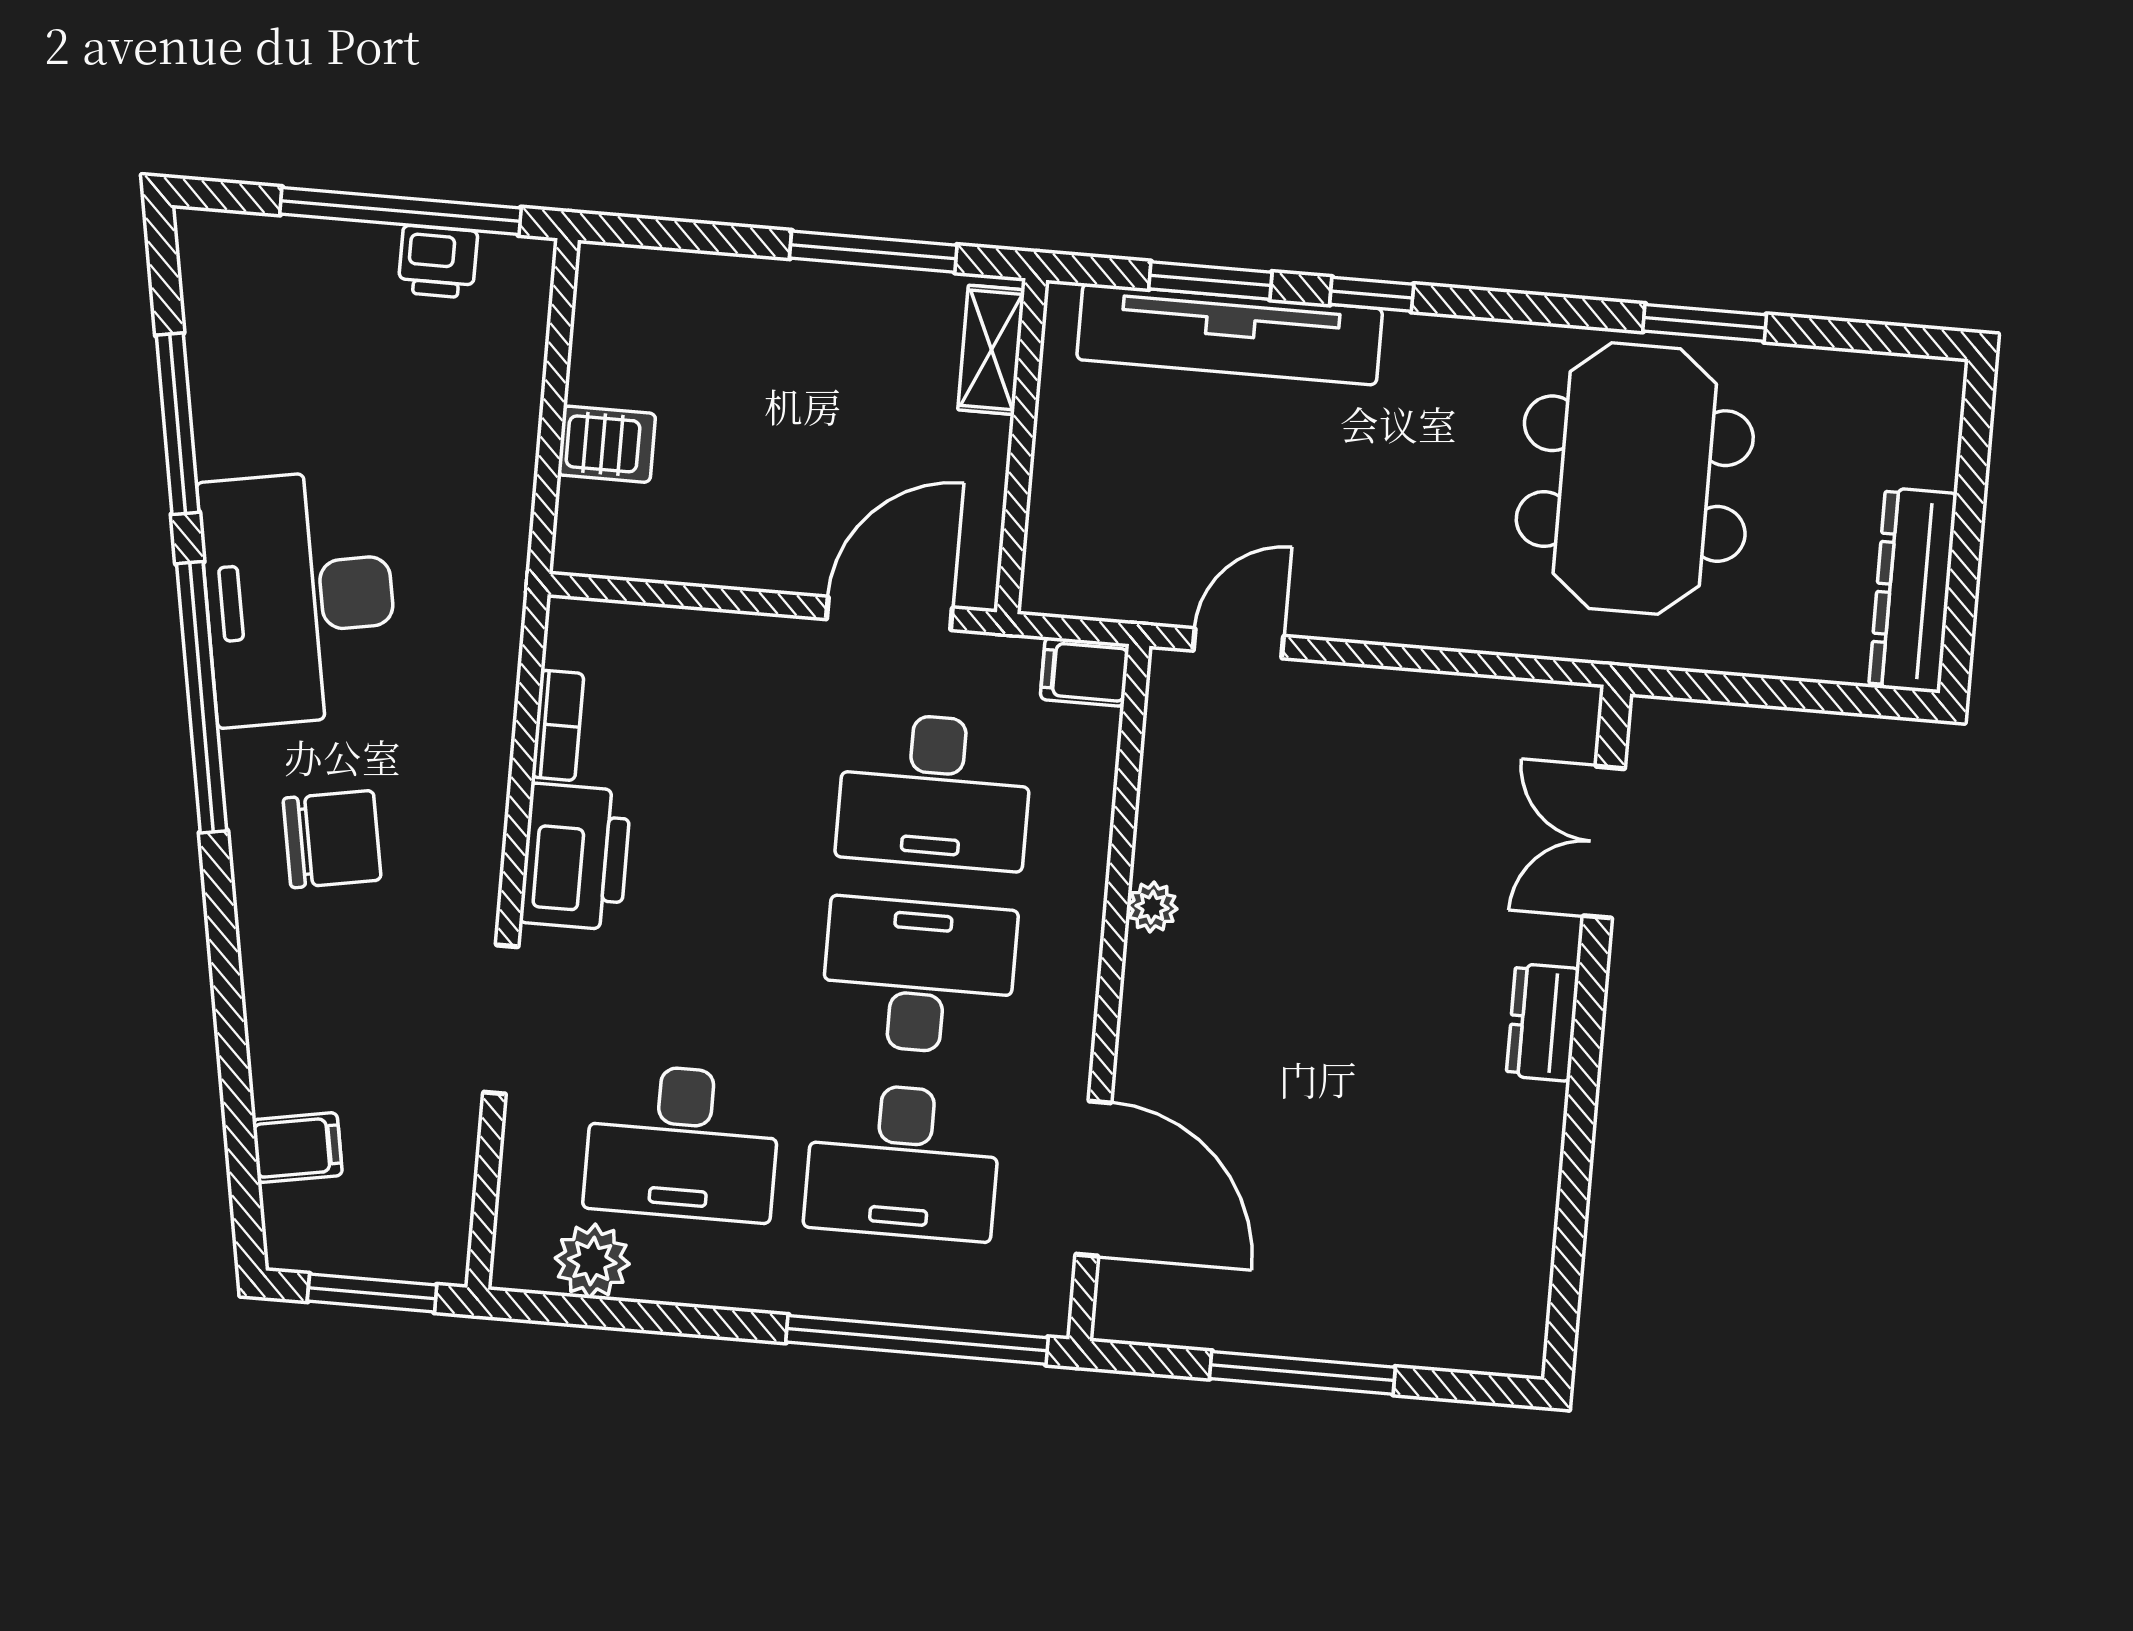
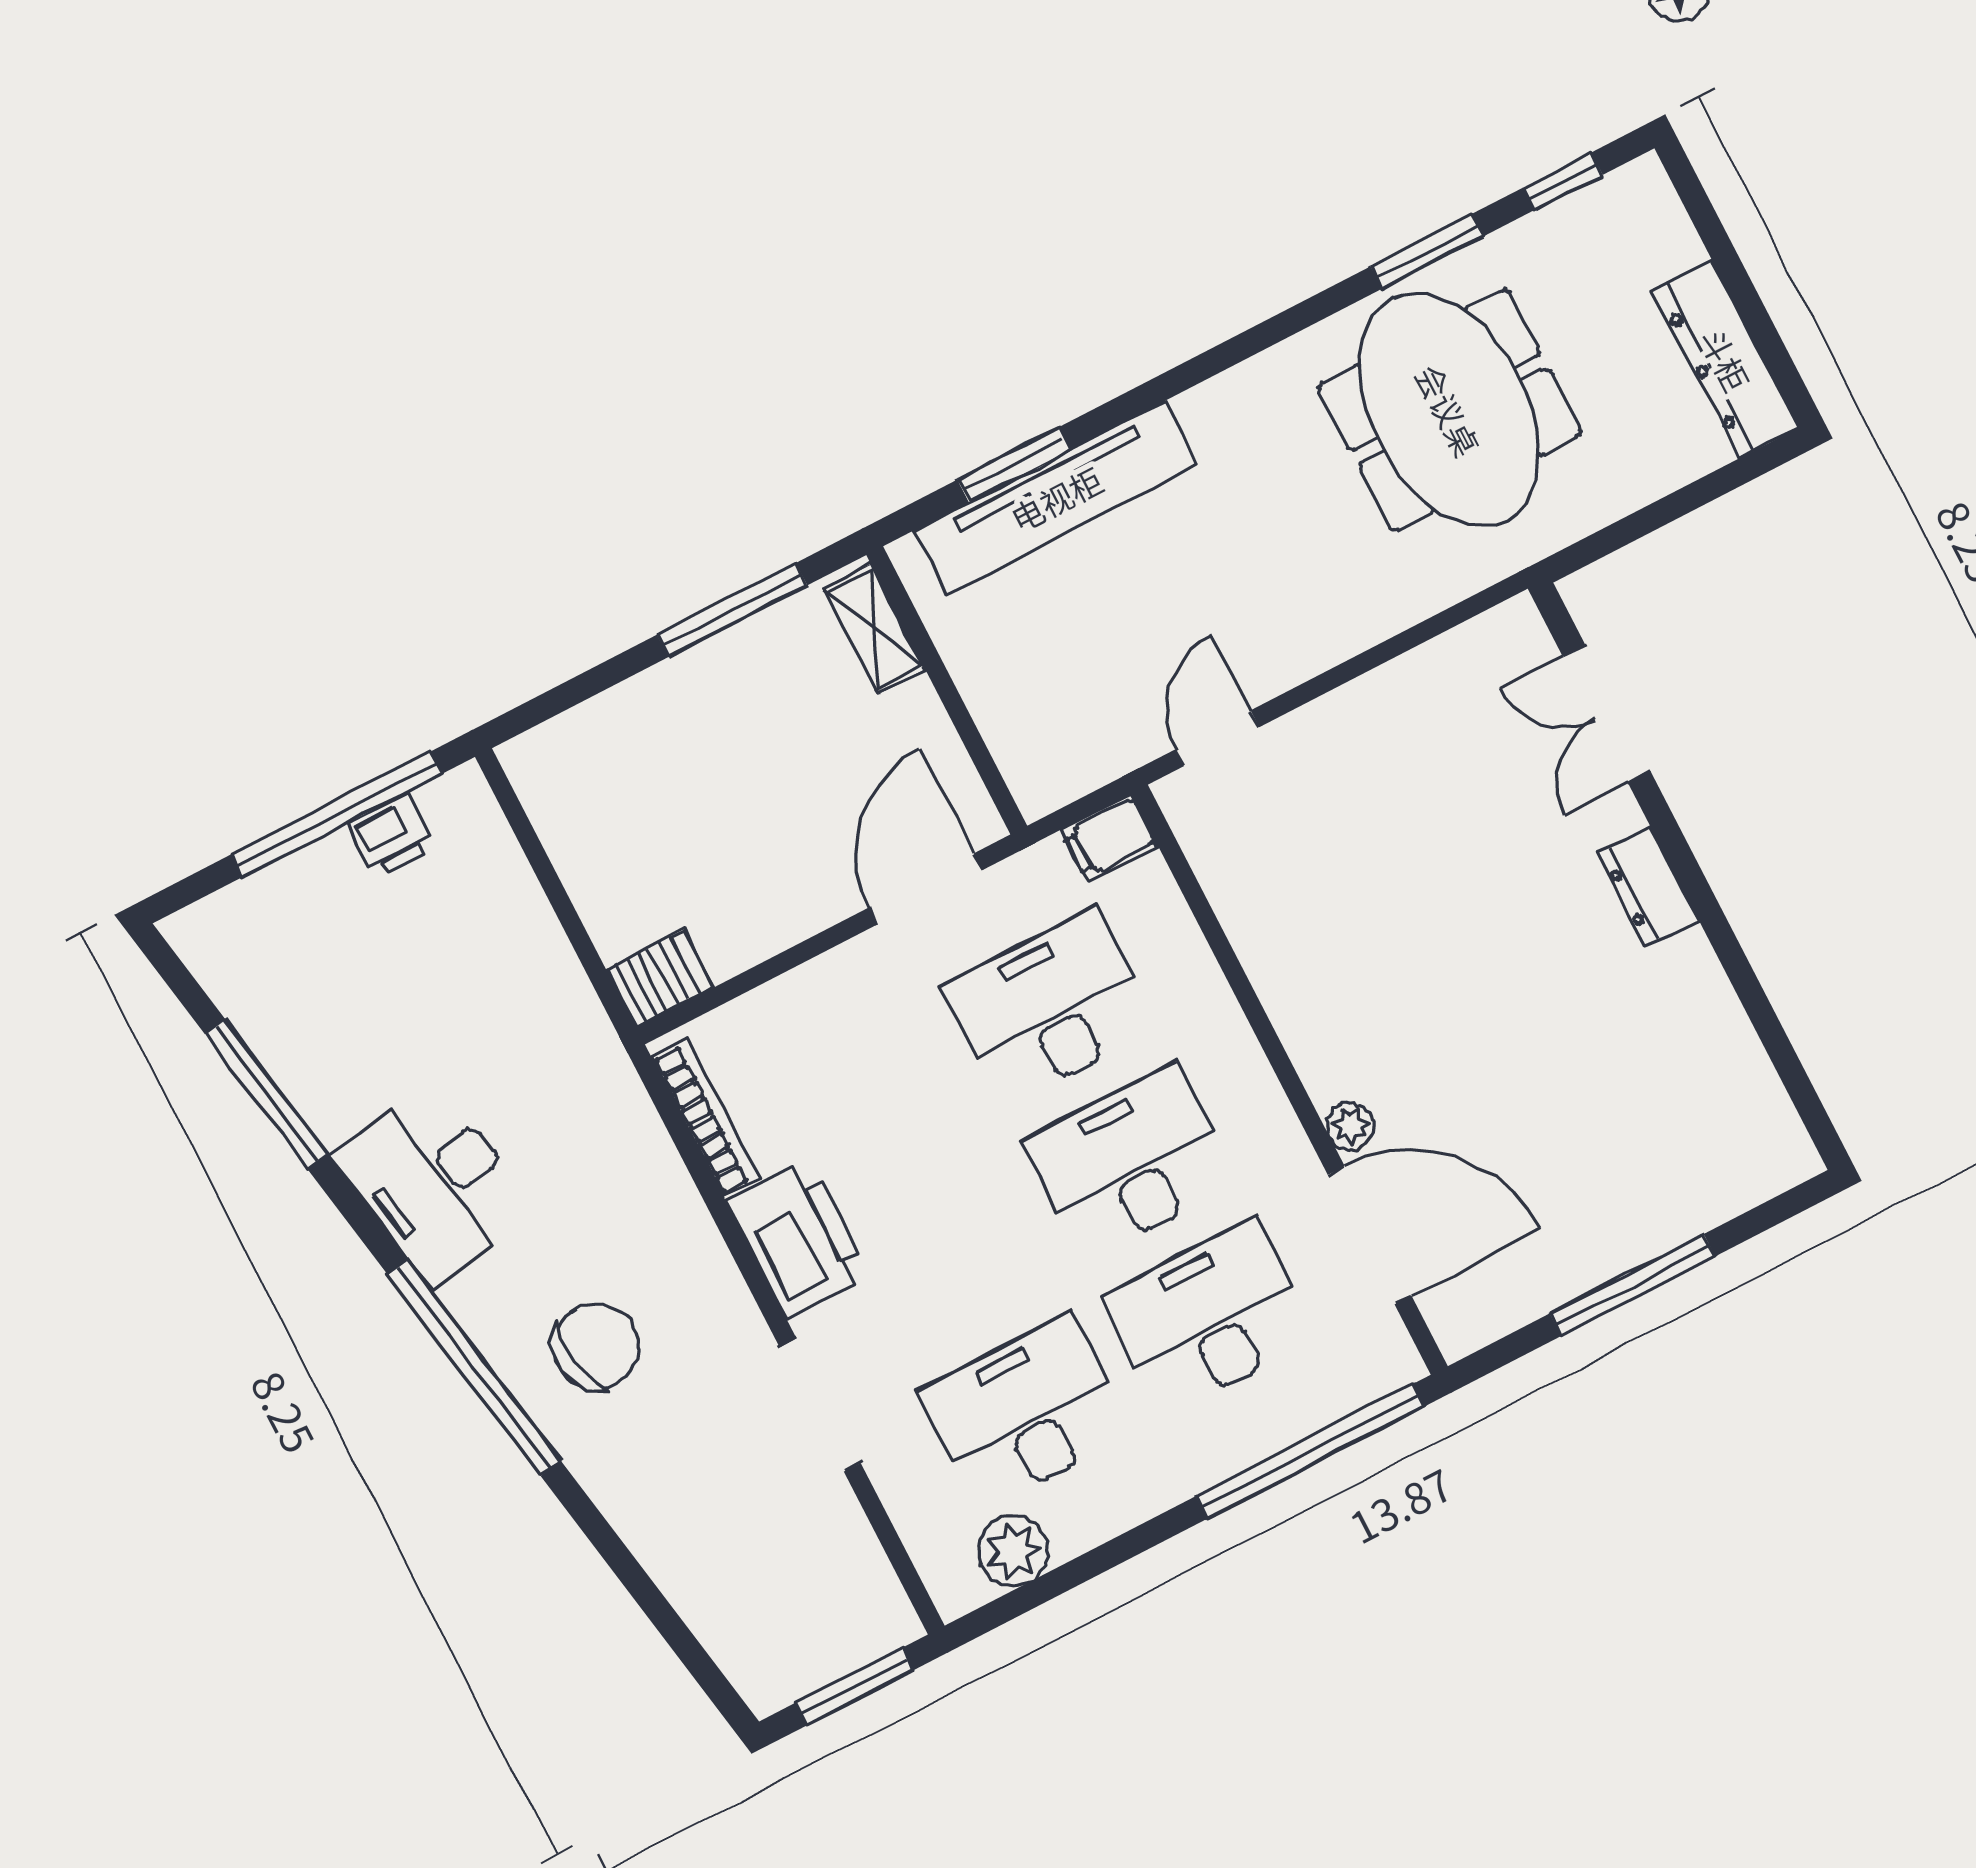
window: (1372, 294) -> (1563, 181), moved
server rack: (607, 444) -> (660, 979), moved
desk: (299, 598) -> (434, 1183), width x0.73, depth x0.77
window: (202, 697) -> (474, 1367), moved
bookcase: (558, 725) -> (705, 1118), width x1.56
desk: (935, 791) -> (1050, 1007), turned 180
plant: (1152, 907) -> (1351, 1126), moved
desk: (682, 1143) -> (1026, 1412), turned 180
filing cabinet: (297, 1148) -> (723, 1608), removed
desk: (903, 1161) -> (1210, 1317), turned 180

